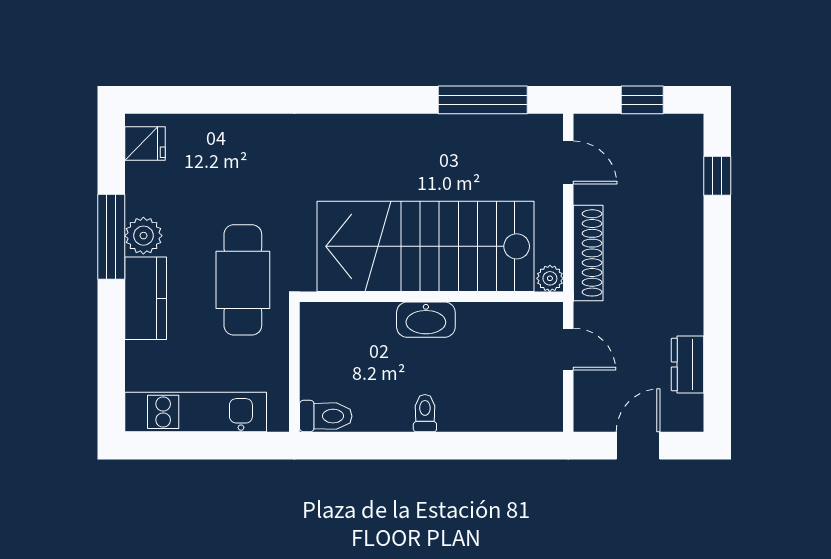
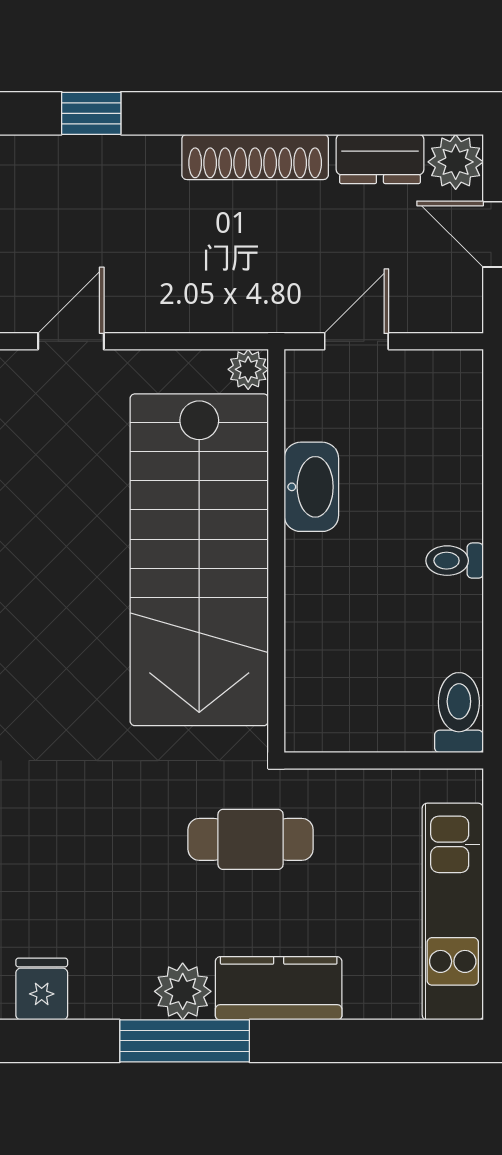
shoe rack: (588, 253) -> (255, 157), moved, turned 180
cafe table: (243, 280) -> (251, 839), width x0.73, depth x0.74
washbasin: (426, 320) -> (311, 487), moved
plant: (685, 414) -> (456, 162), added

